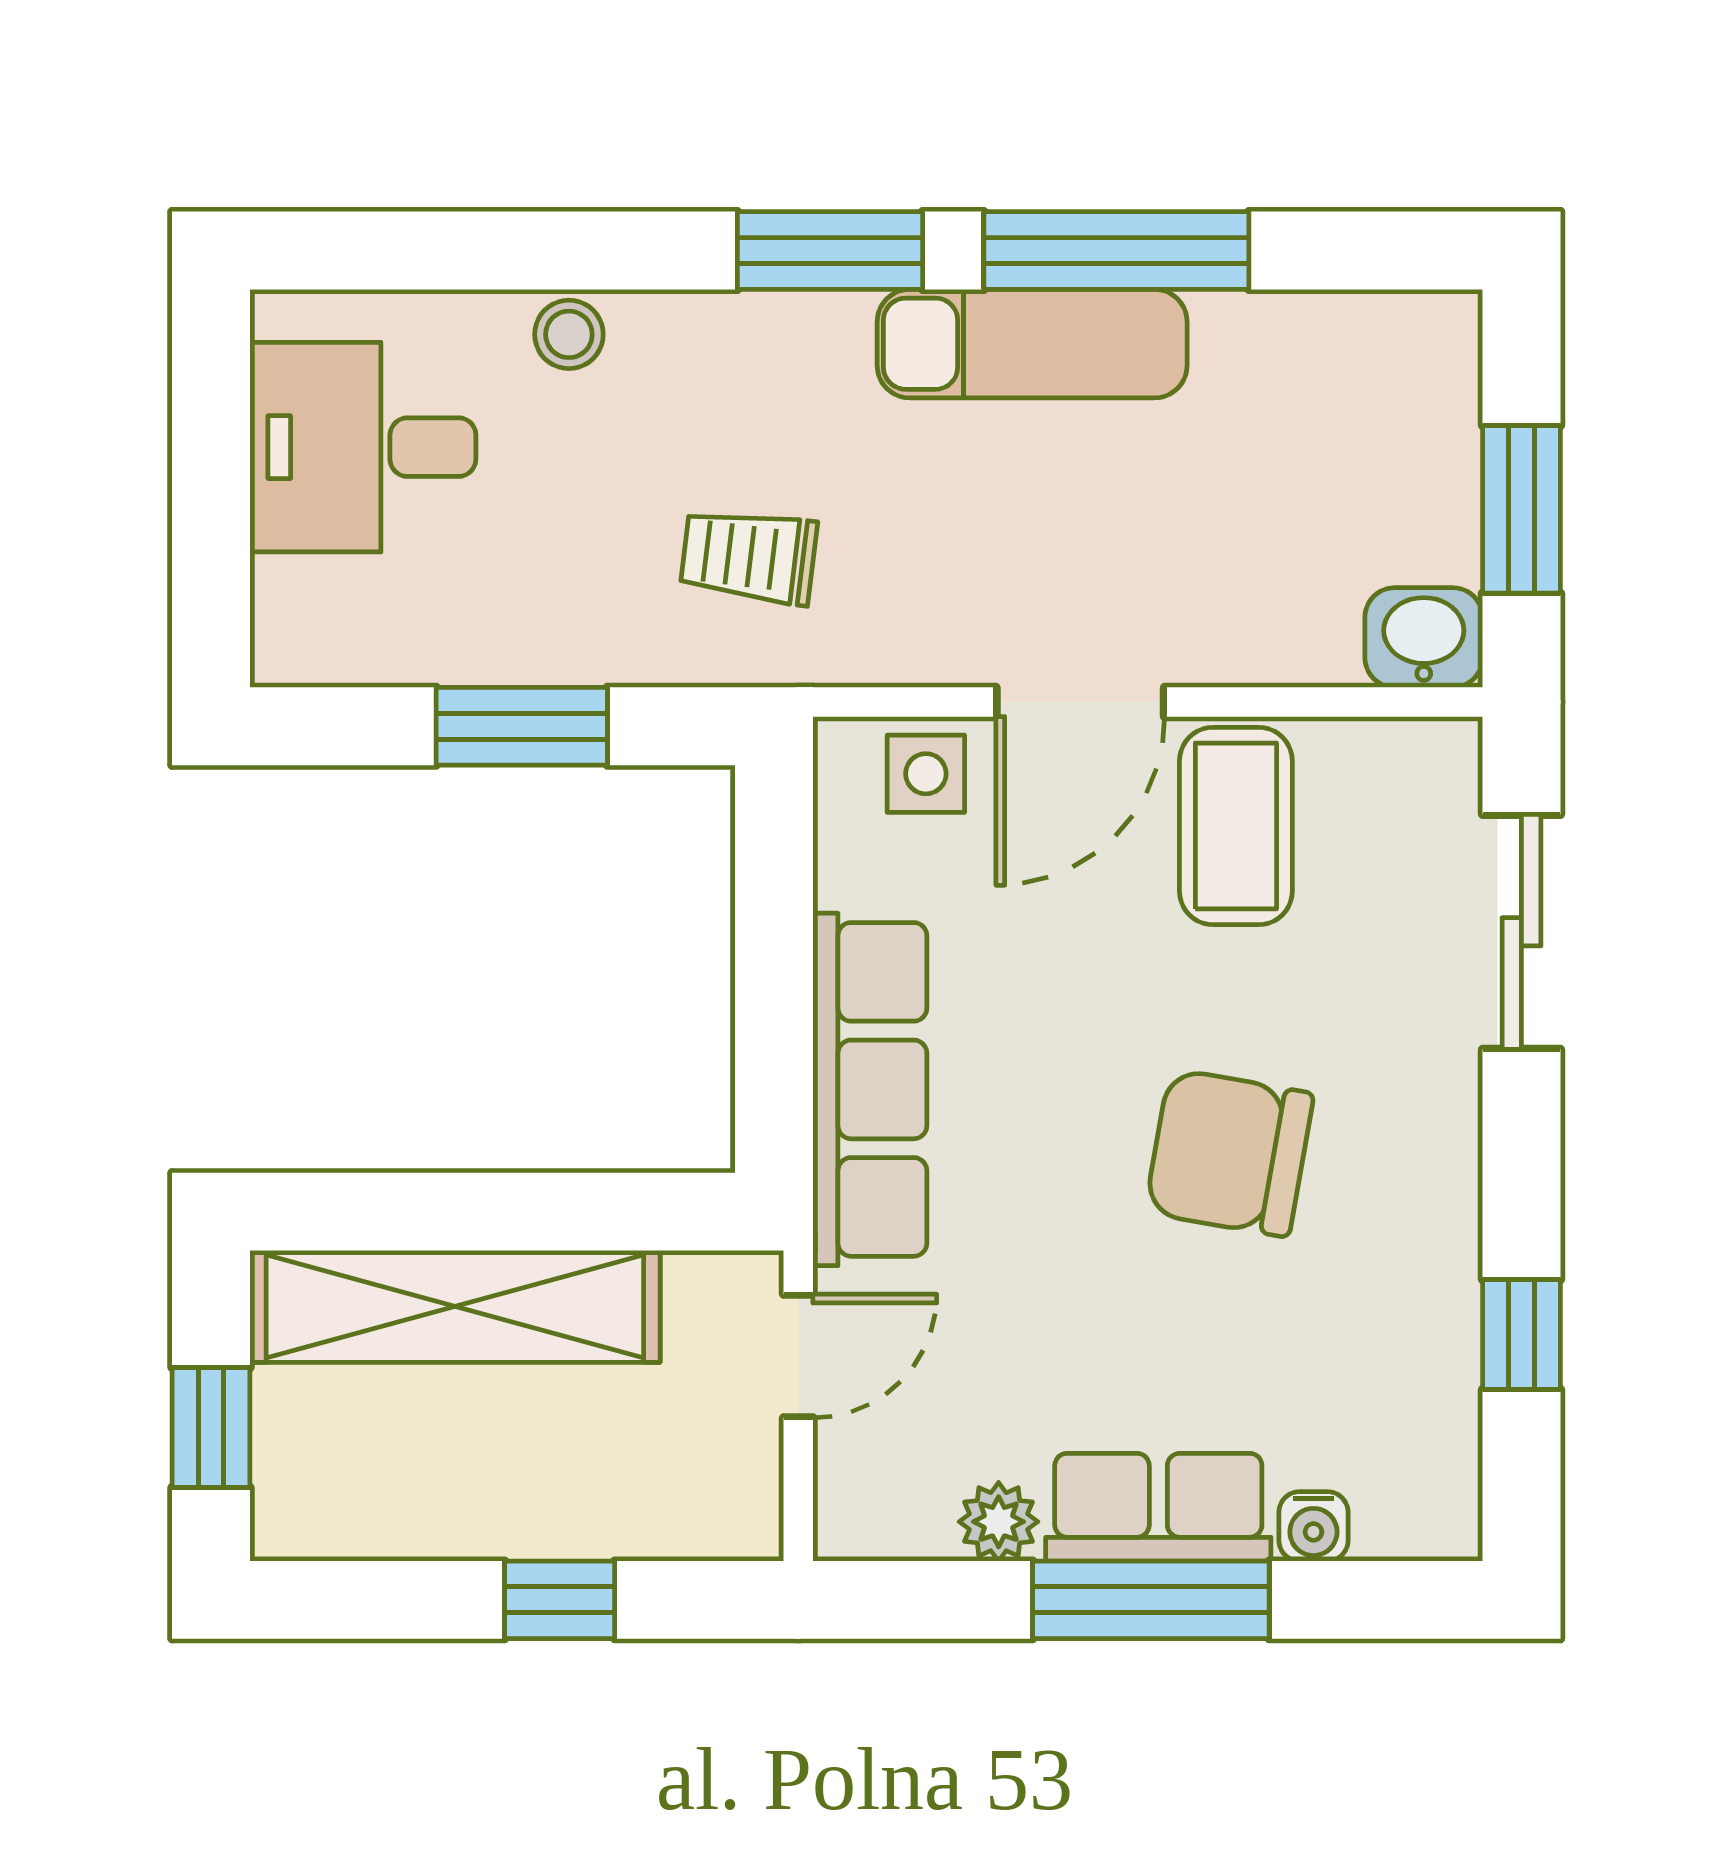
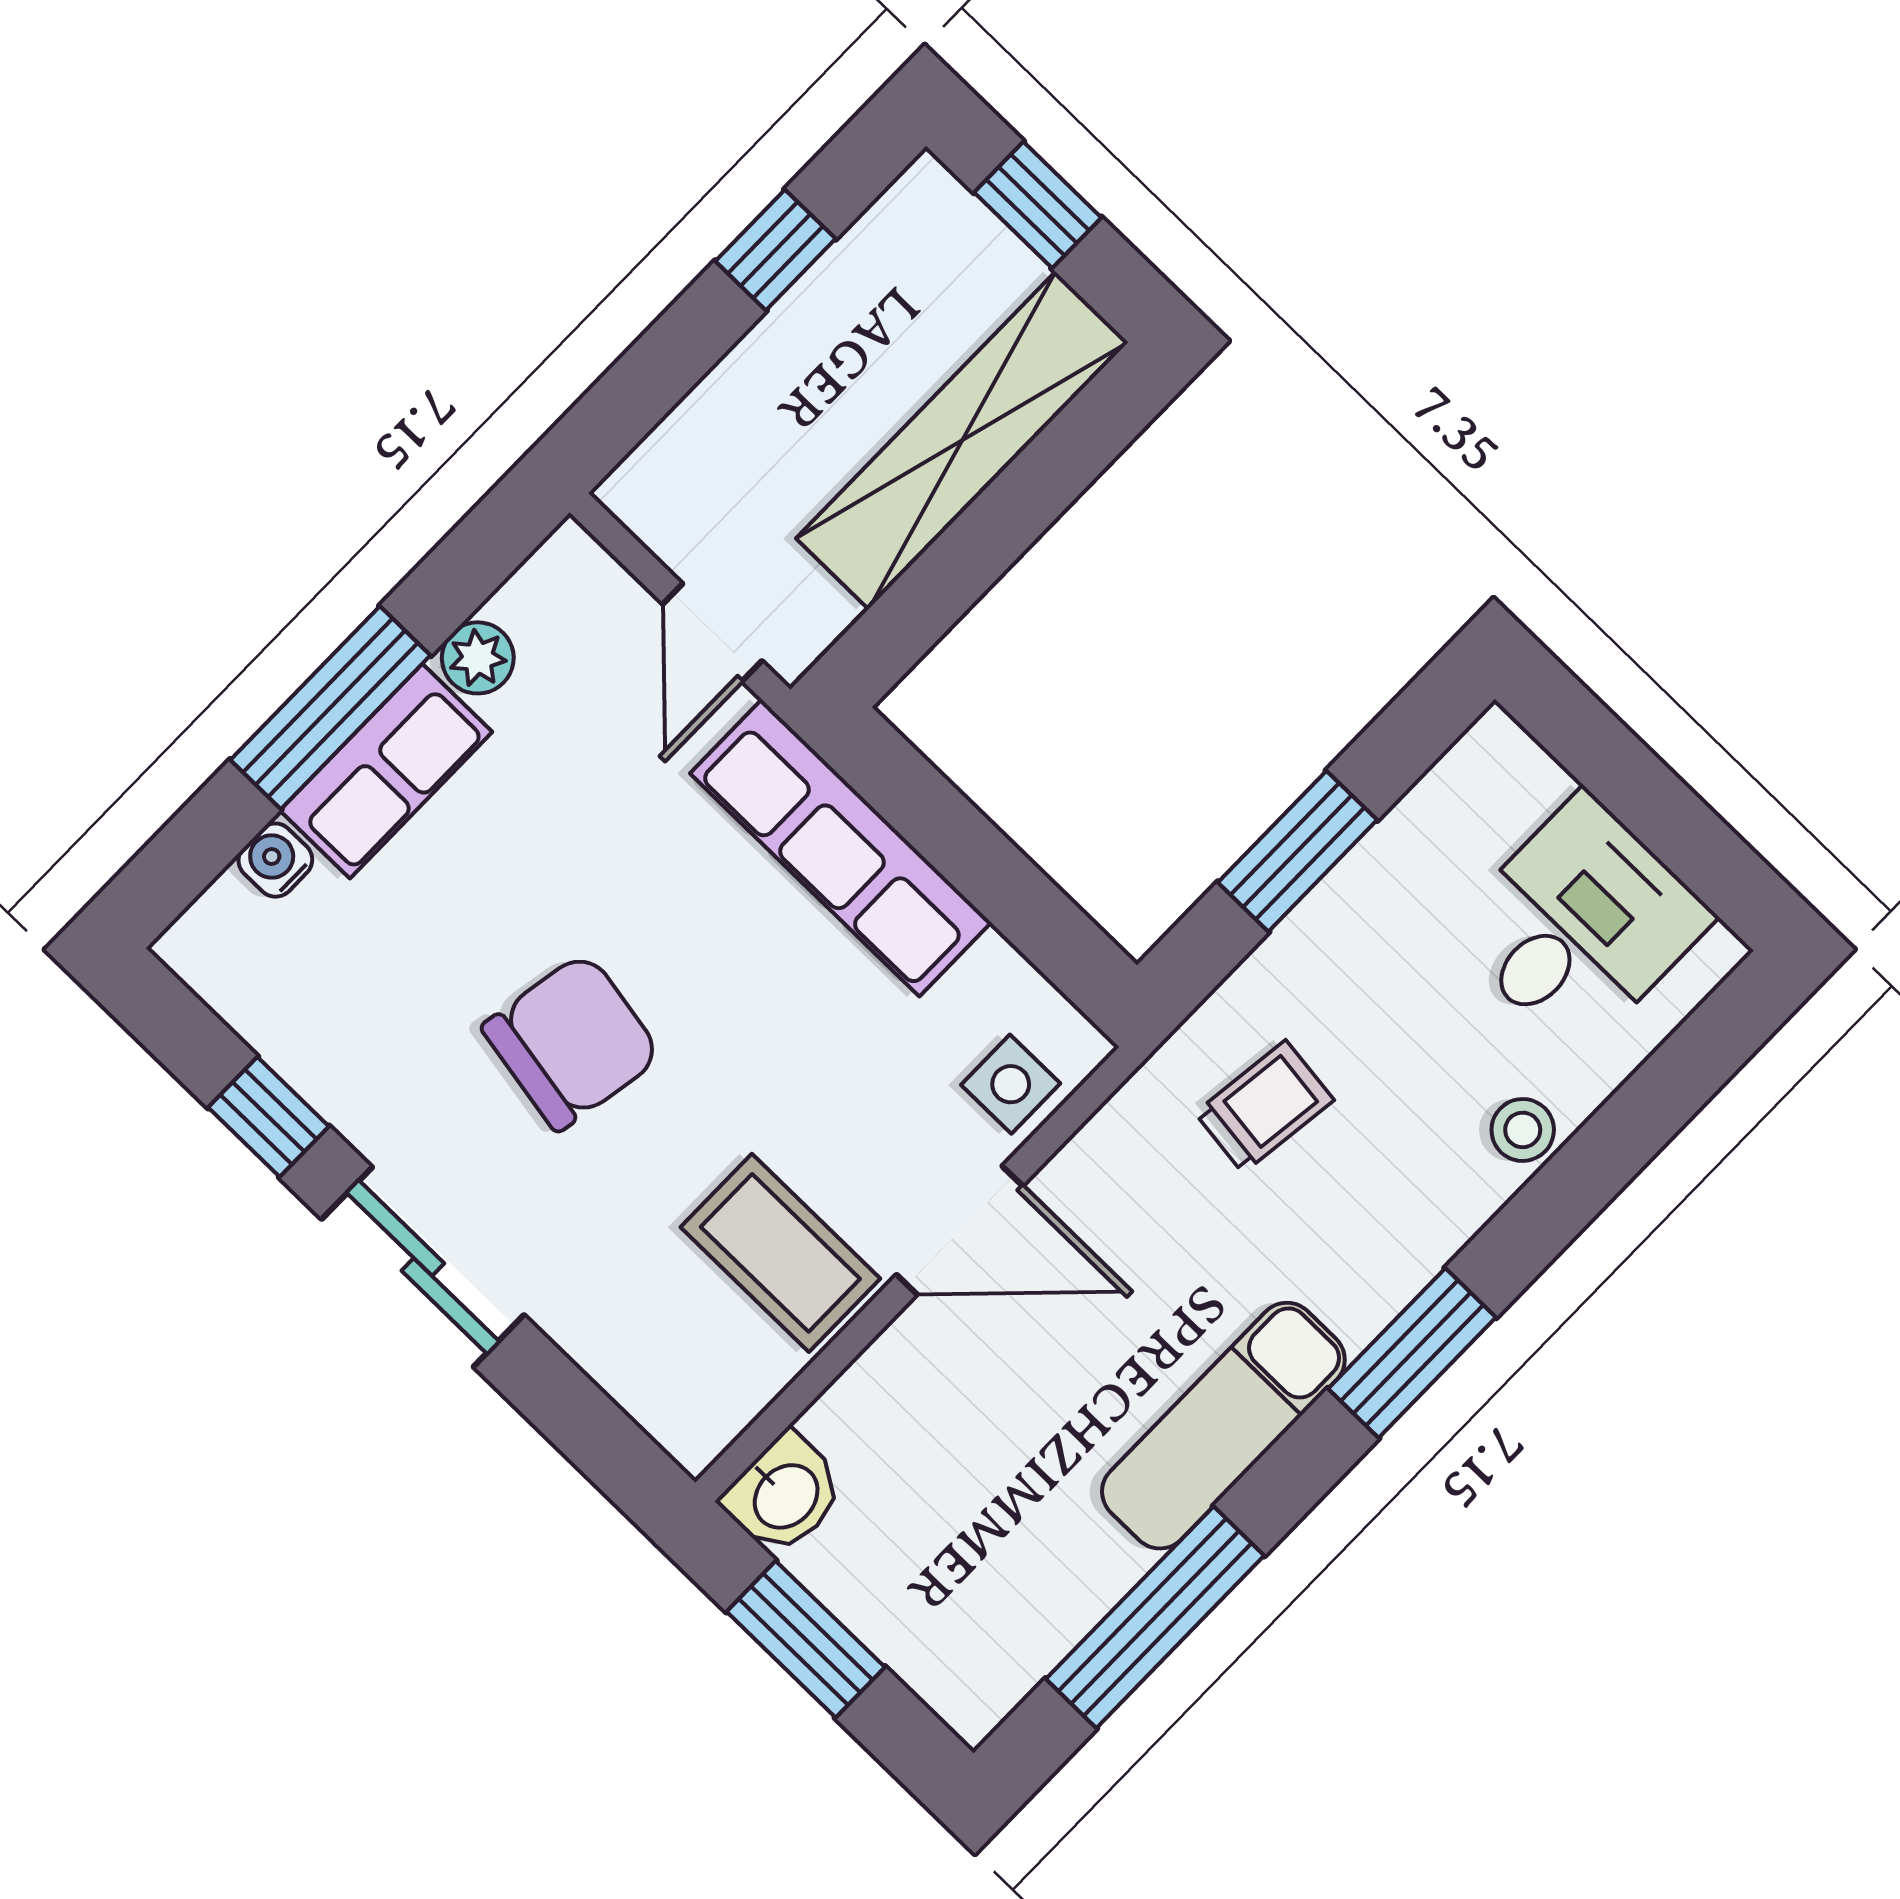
window: (1116, 251) -> (1155, 1617), moved
door: (1080, 702) -> (960, 1230), swing flipped
sliding door: (1521, 932) -> (423, 1267), moved
window: (560, 1600) -> (775, 250), moved

